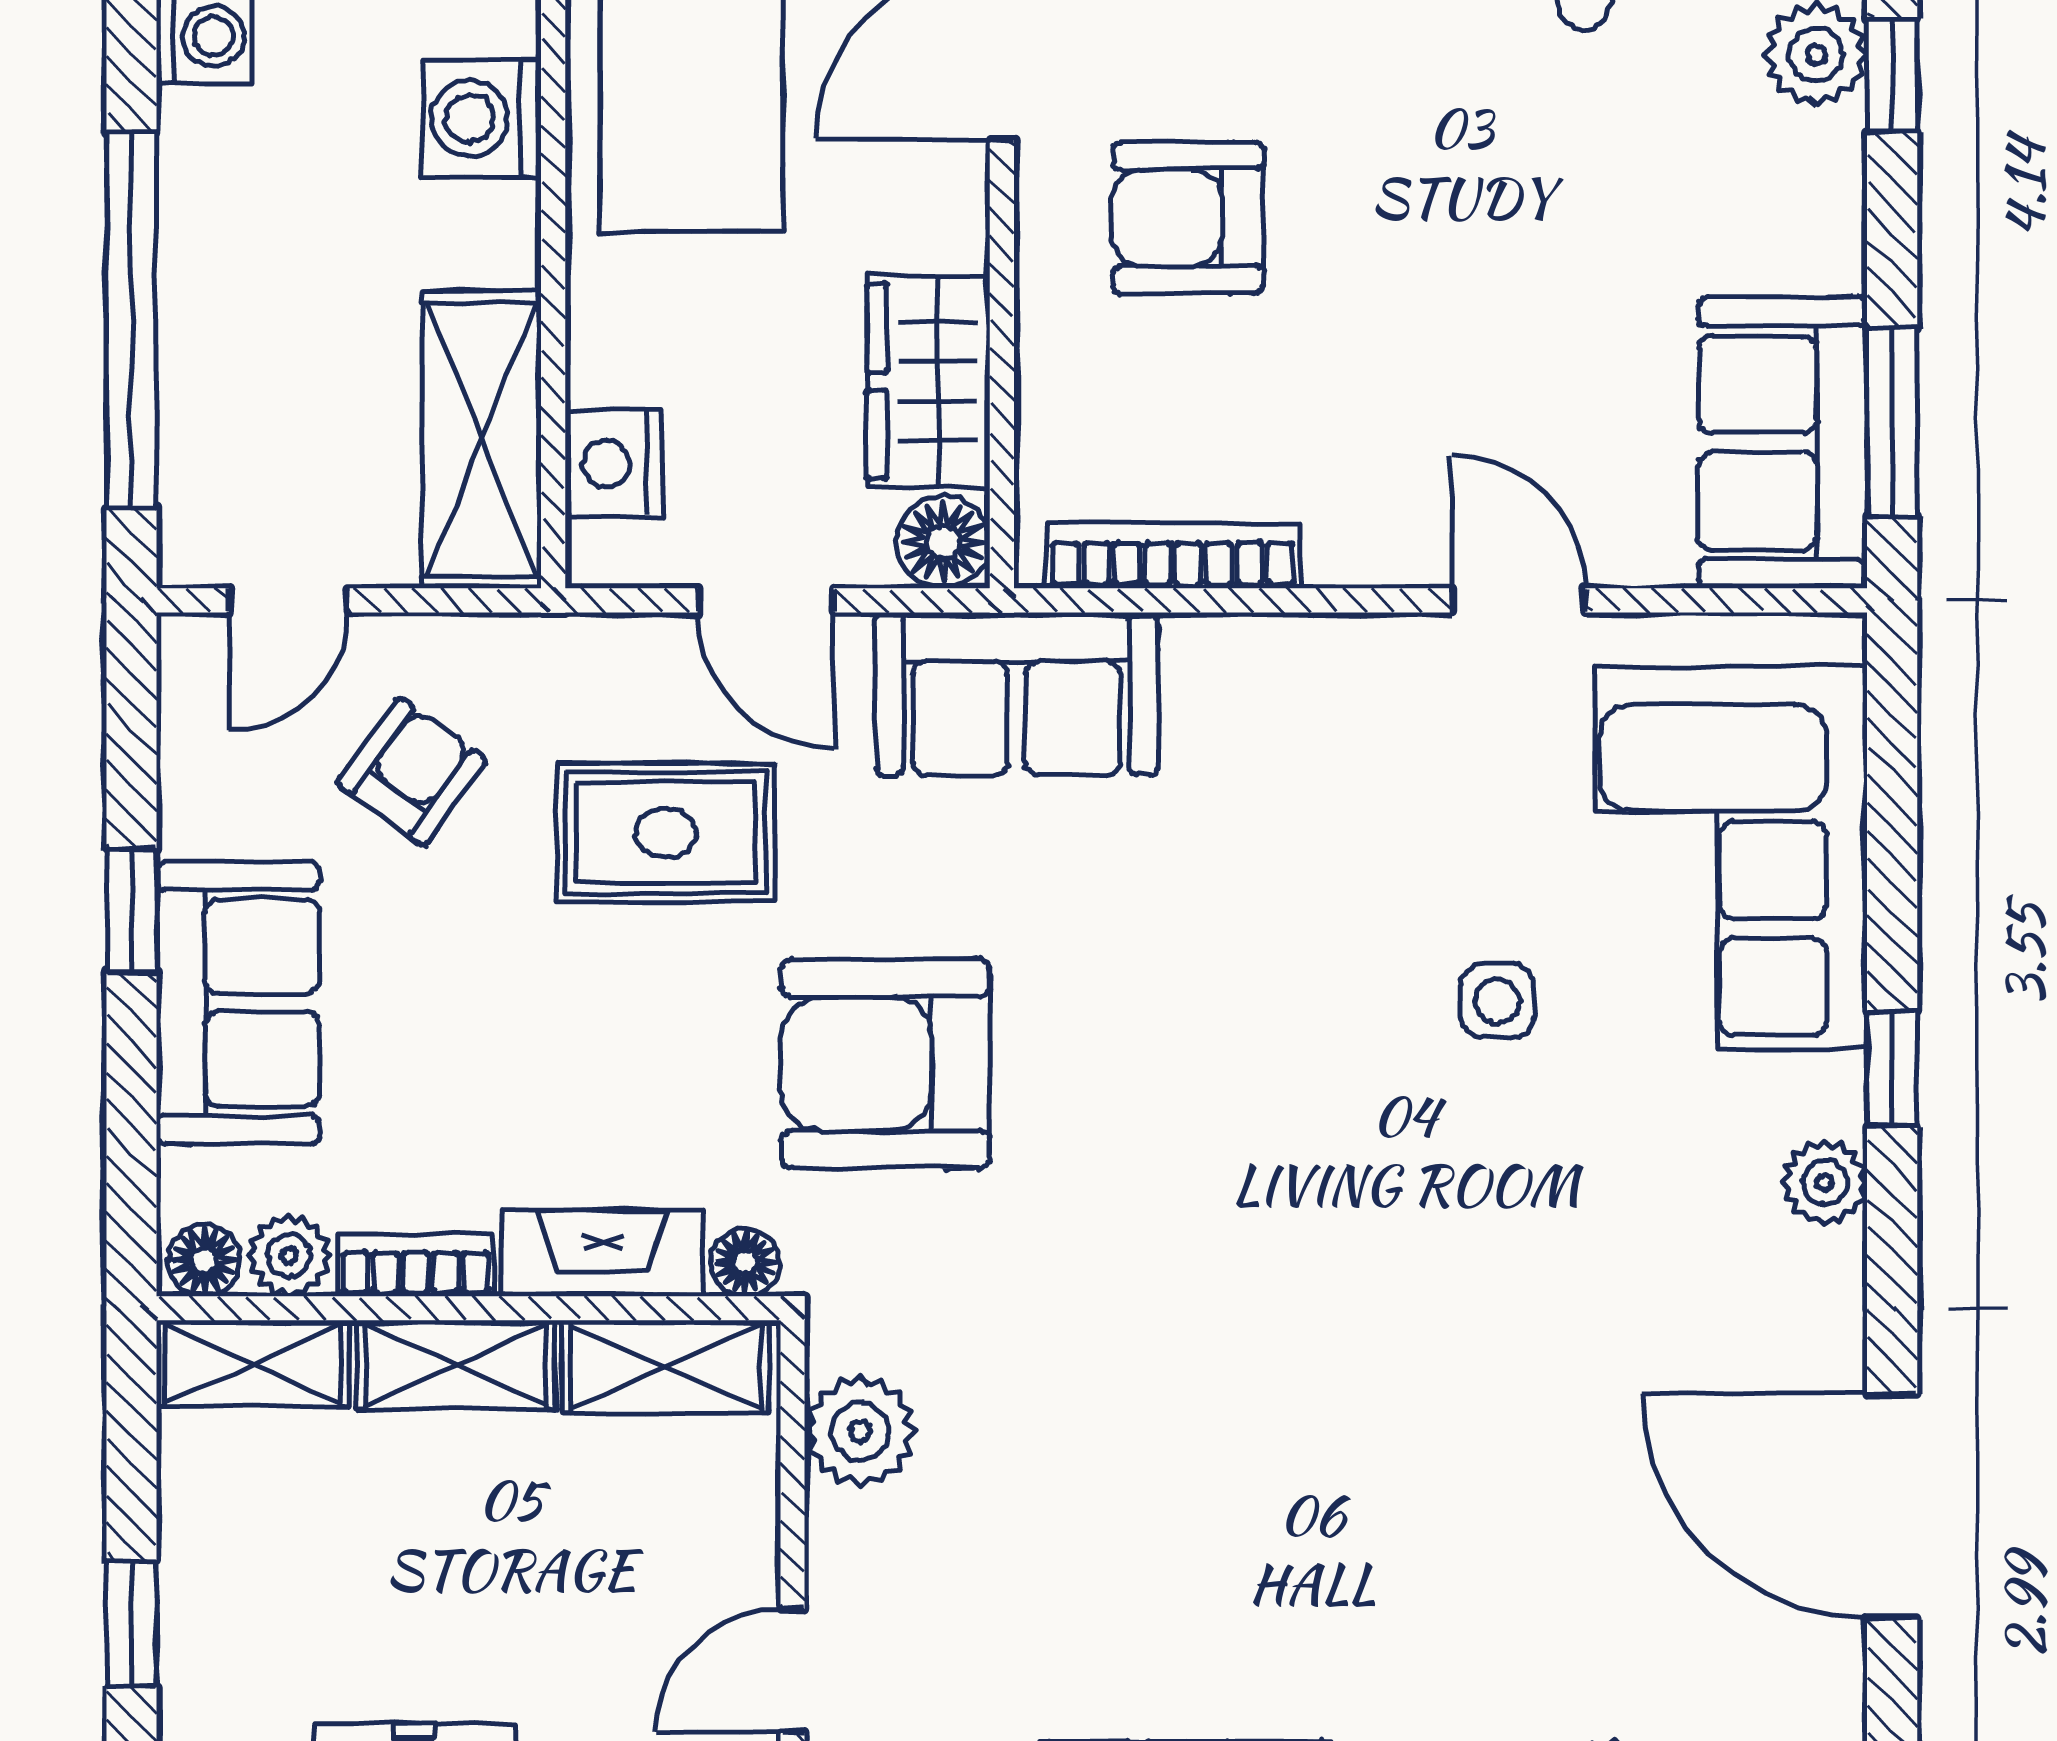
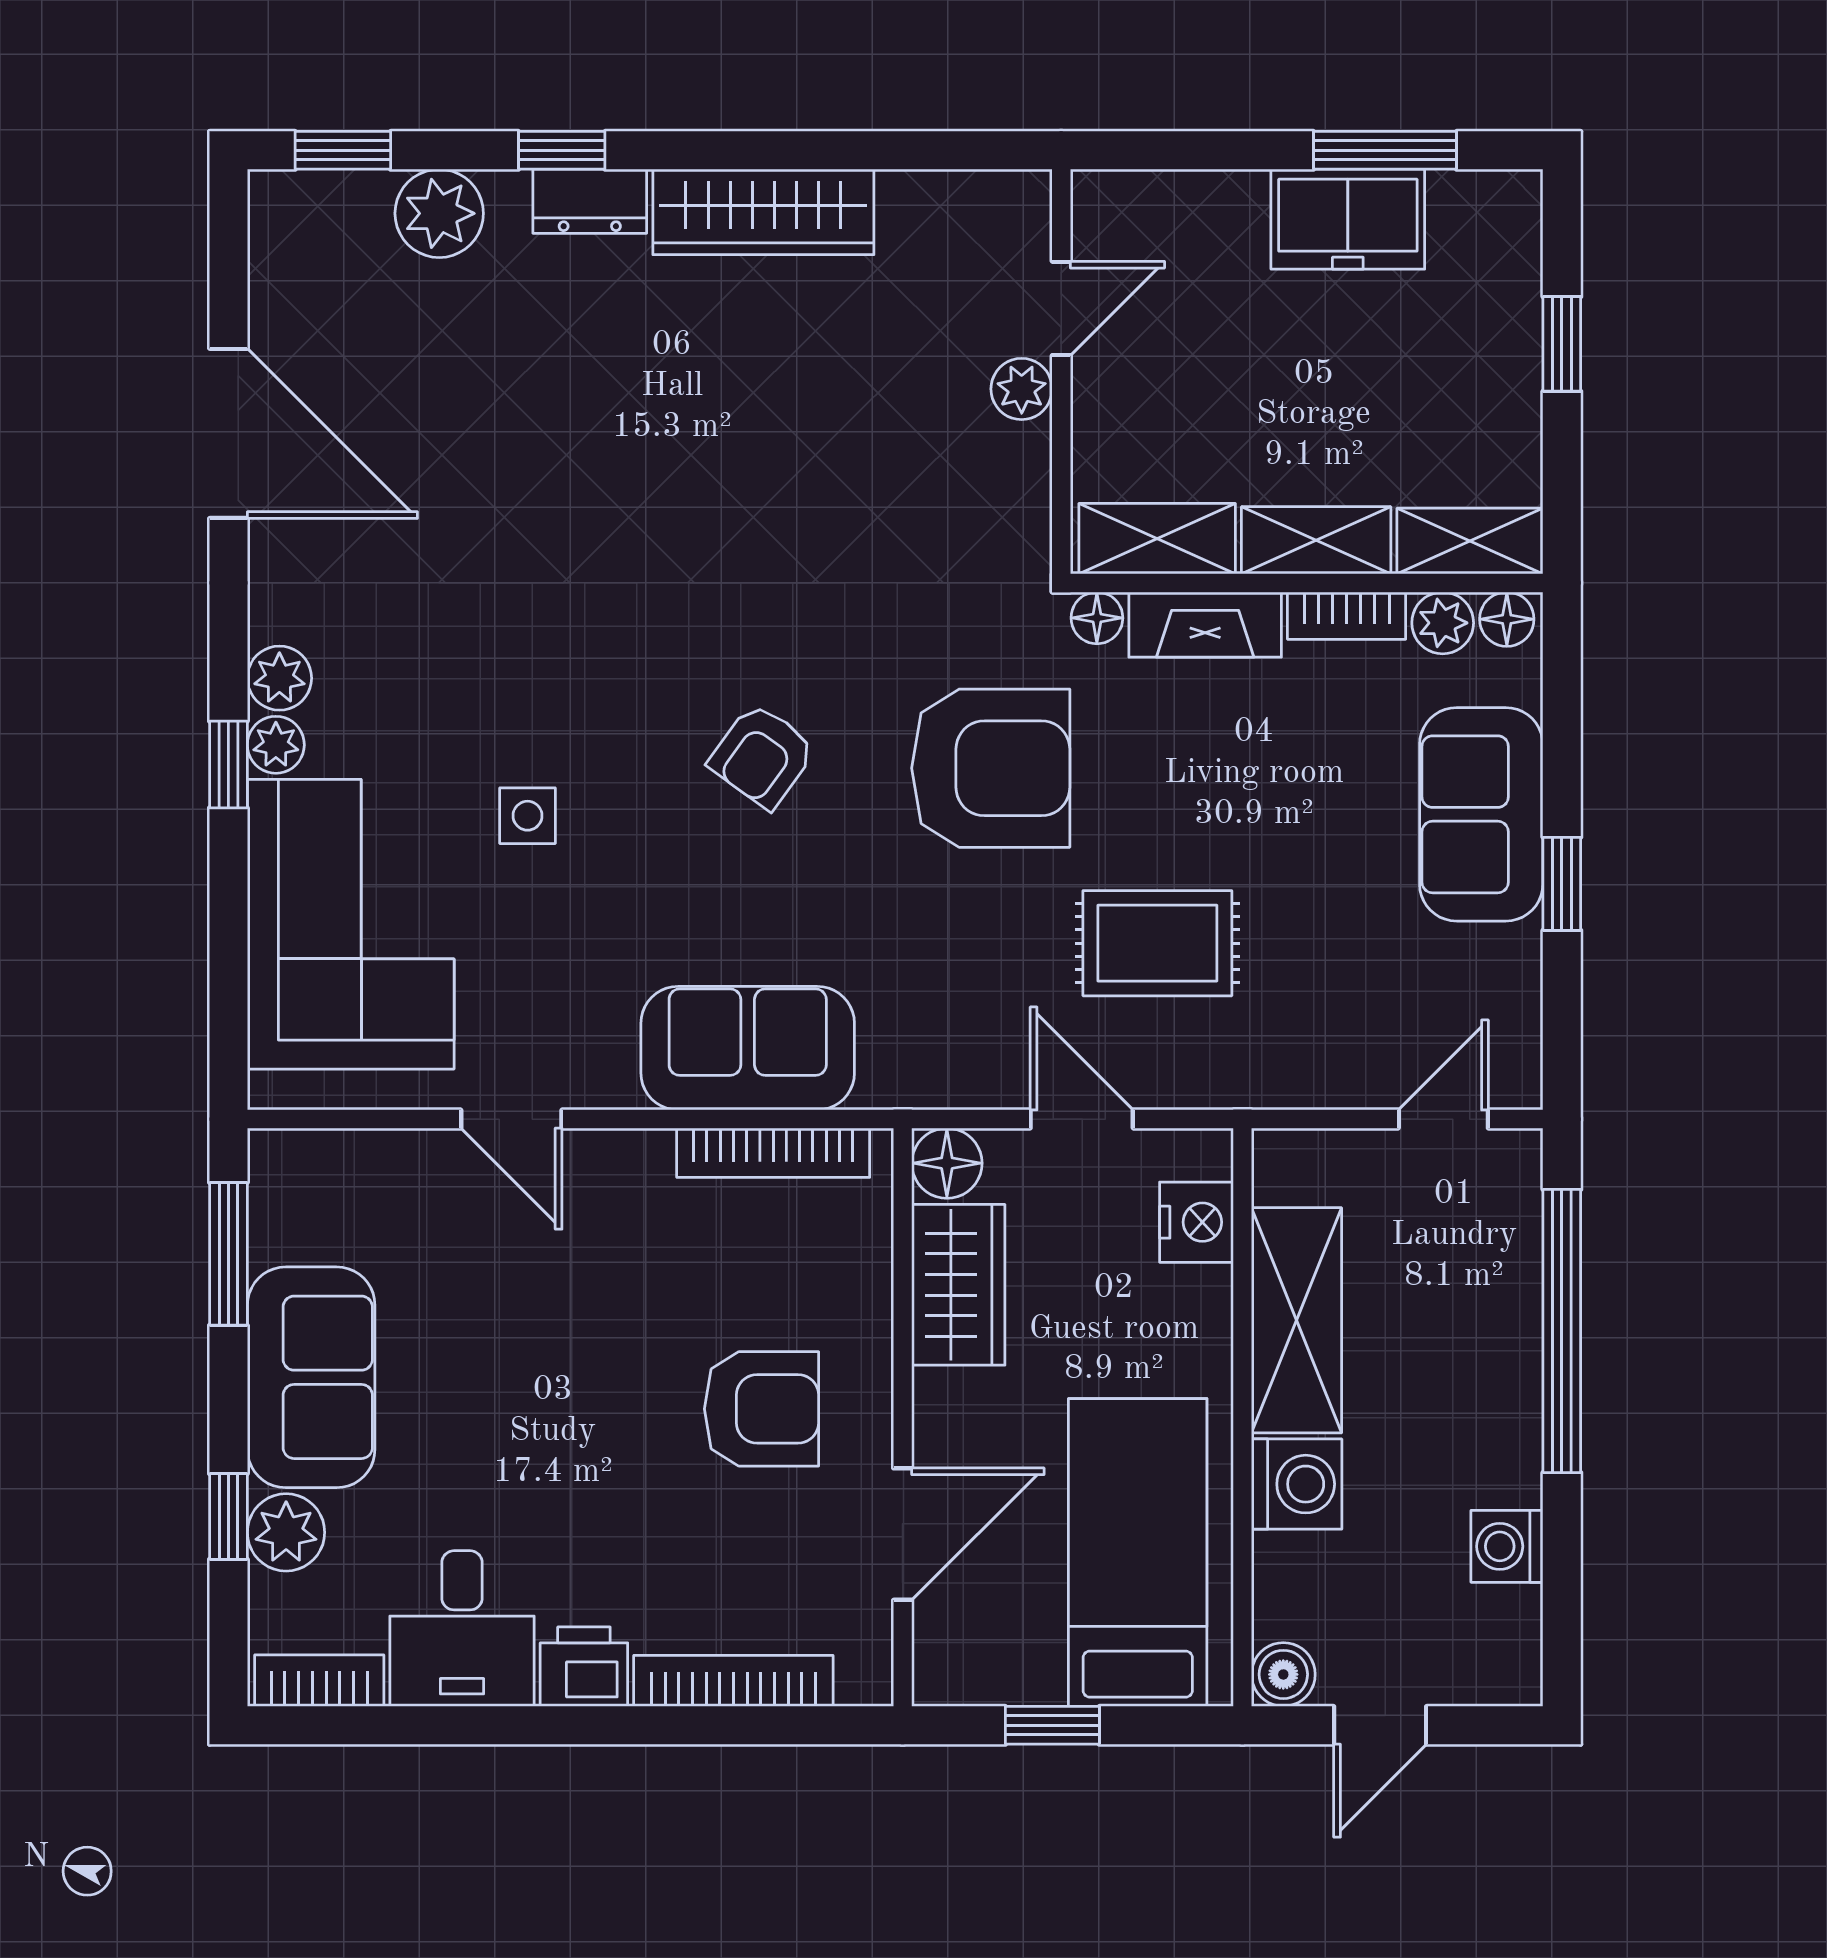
shelving: (482, 440) -> (1297, 1320), moved
sofa: (1783, 443) -> (311, 1377), moved
sofa: (1017, 694) -> (748, 1048), moved
armchair: (412, 772) -> (762, 756), moved
plant: (1830, 1095) -> (276, 745), added
plant: (860, 1431) -> (1022, 389), moved, width x0.73, depth x0.73

